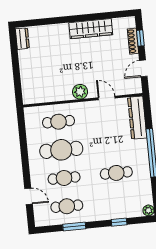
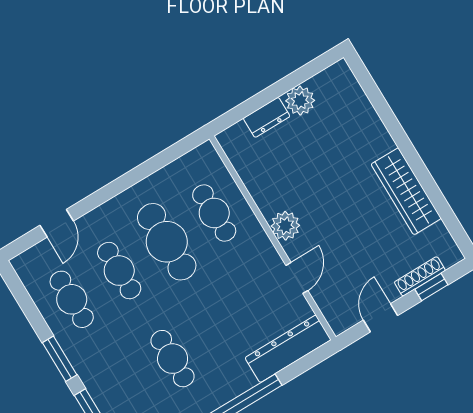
dresser: (22, 39) -> (267, 117), moved
plant: (26, 57) -> (300, 101), added
door: (143, 68) -> (380, 318), hinge flipped
window: (74, 226) -> (60, 359), moved

